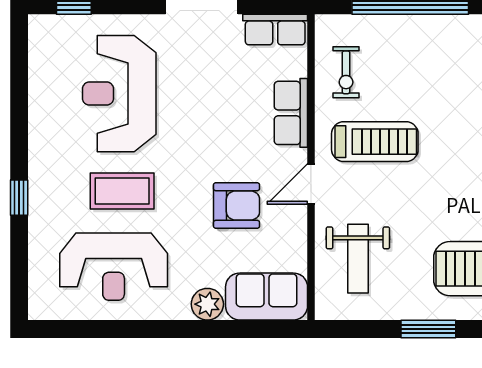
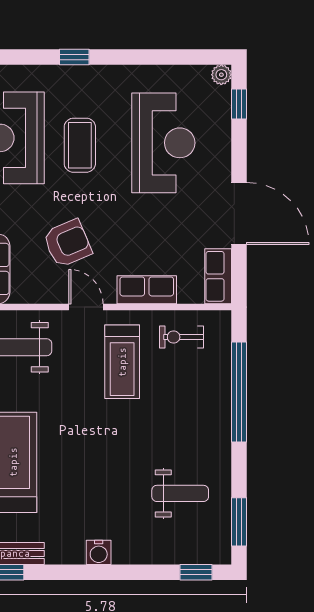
plant: (40, 26) -> (221, 75), added
reception desk: (119, 94) -> (163, 143), turned 90
armchair: (237, 205) -> (67, 243), turned -113

